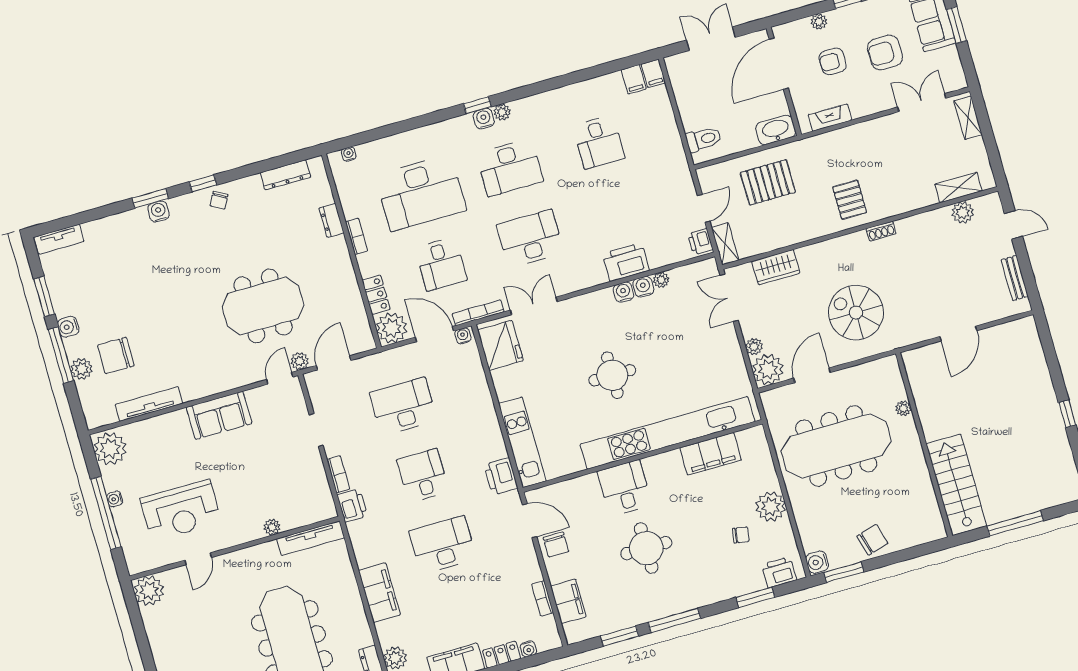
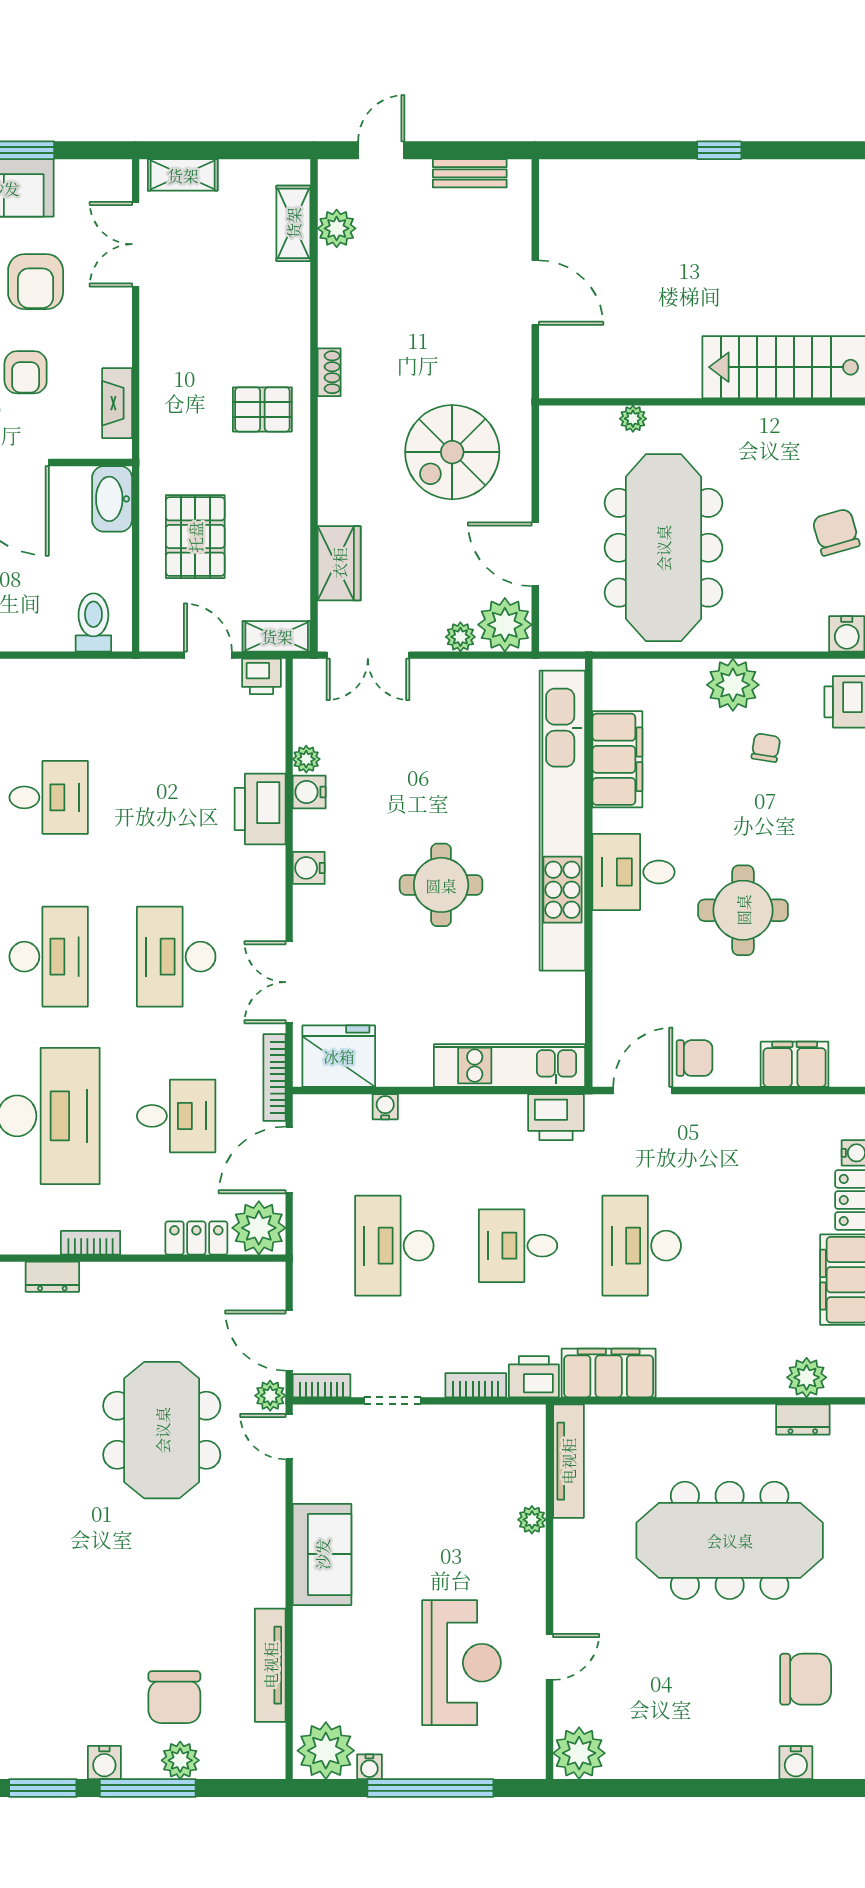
water cooler: (623, 292) -> (309, 868), moved
water cooler: (463, 336) -> (385, 1107), moved, turned 90
desk: (625, 488) -> (633, 872), moved
water cooler: (115, 499) -> (369, 1767), moved
door: (198, 559) -> (550, 1657), hinge flipped
filing cabinet: (379, 593) -> (609, 1373), moved
bookcase: (543, 598) -> (321, 1386), moved, turned 180

